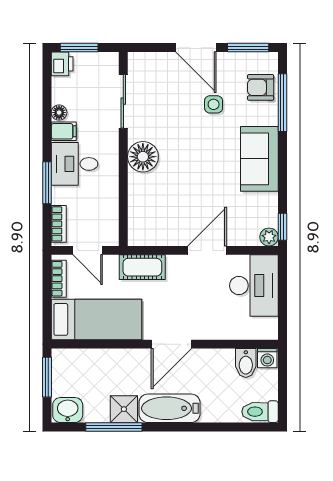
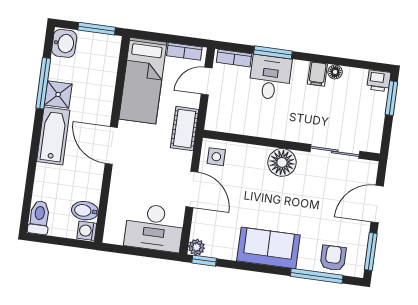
sliding door: (123, 101) -> (335, 151), moved
side table: (214, 104) -> (216, 157), moved
wall: (123, 149) -> (291, 146), moved
floor lamp: (143, 157) -> (282, 162), moved
desk: (75, 164) -> (270, 78), moved

